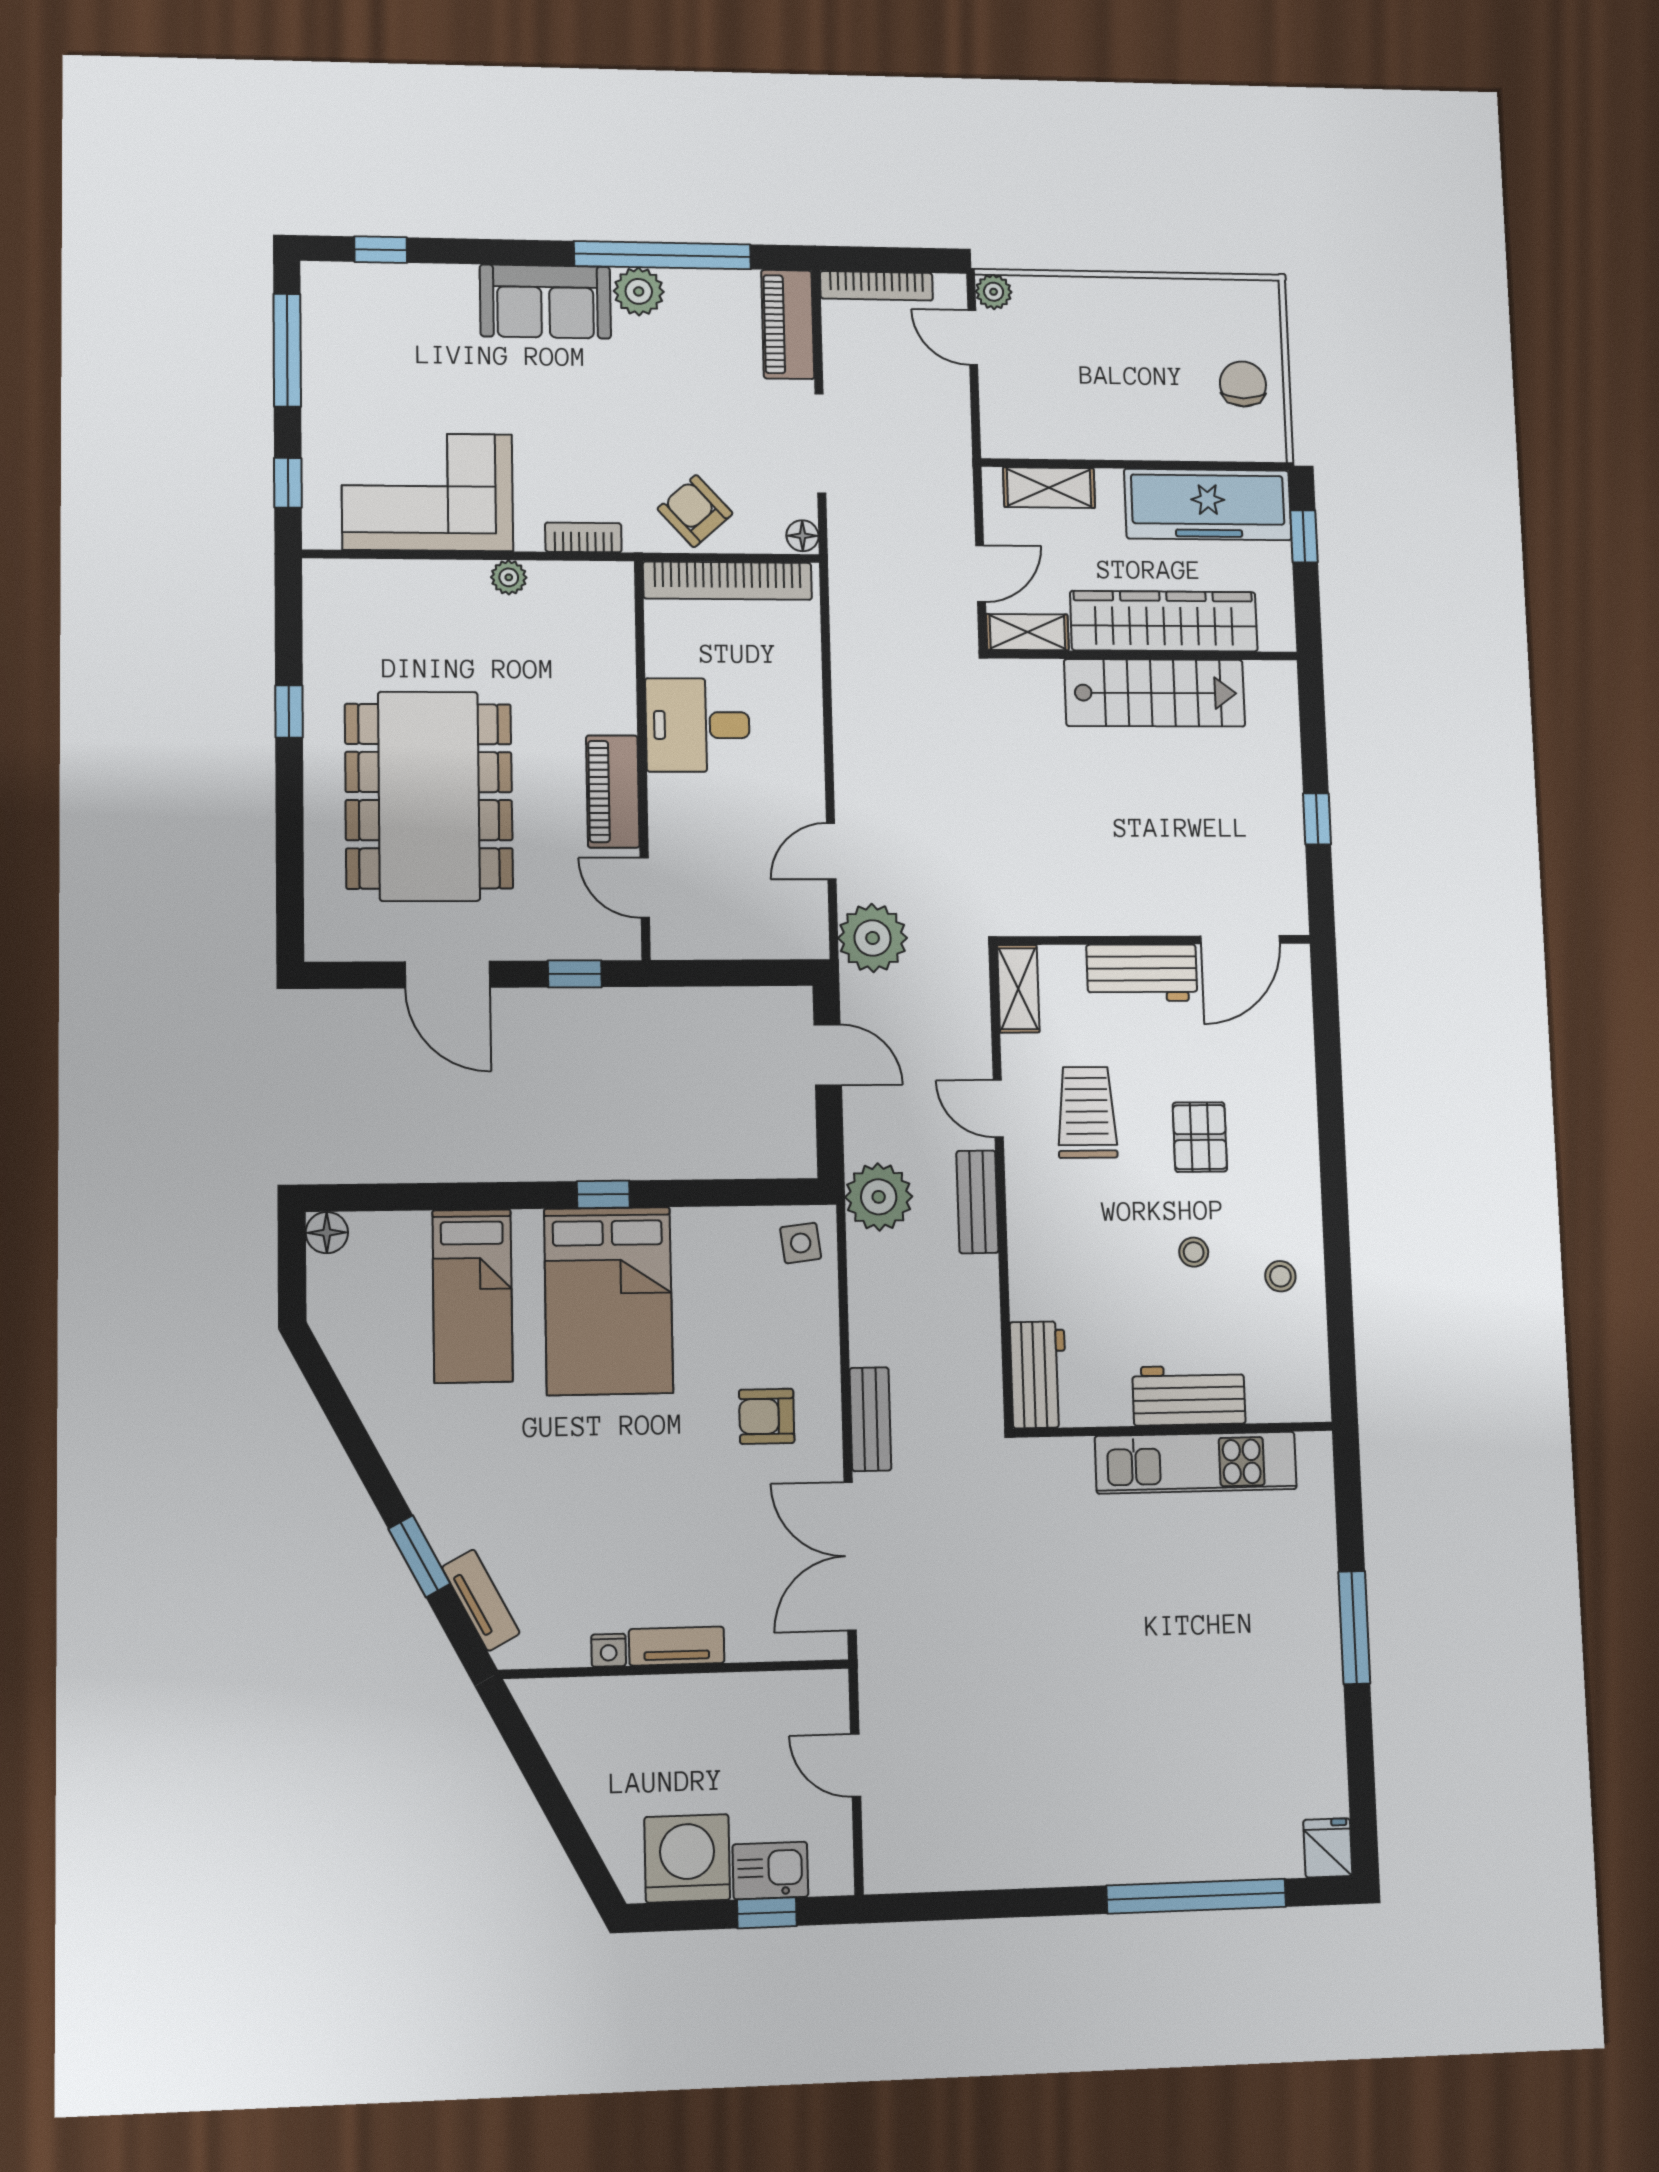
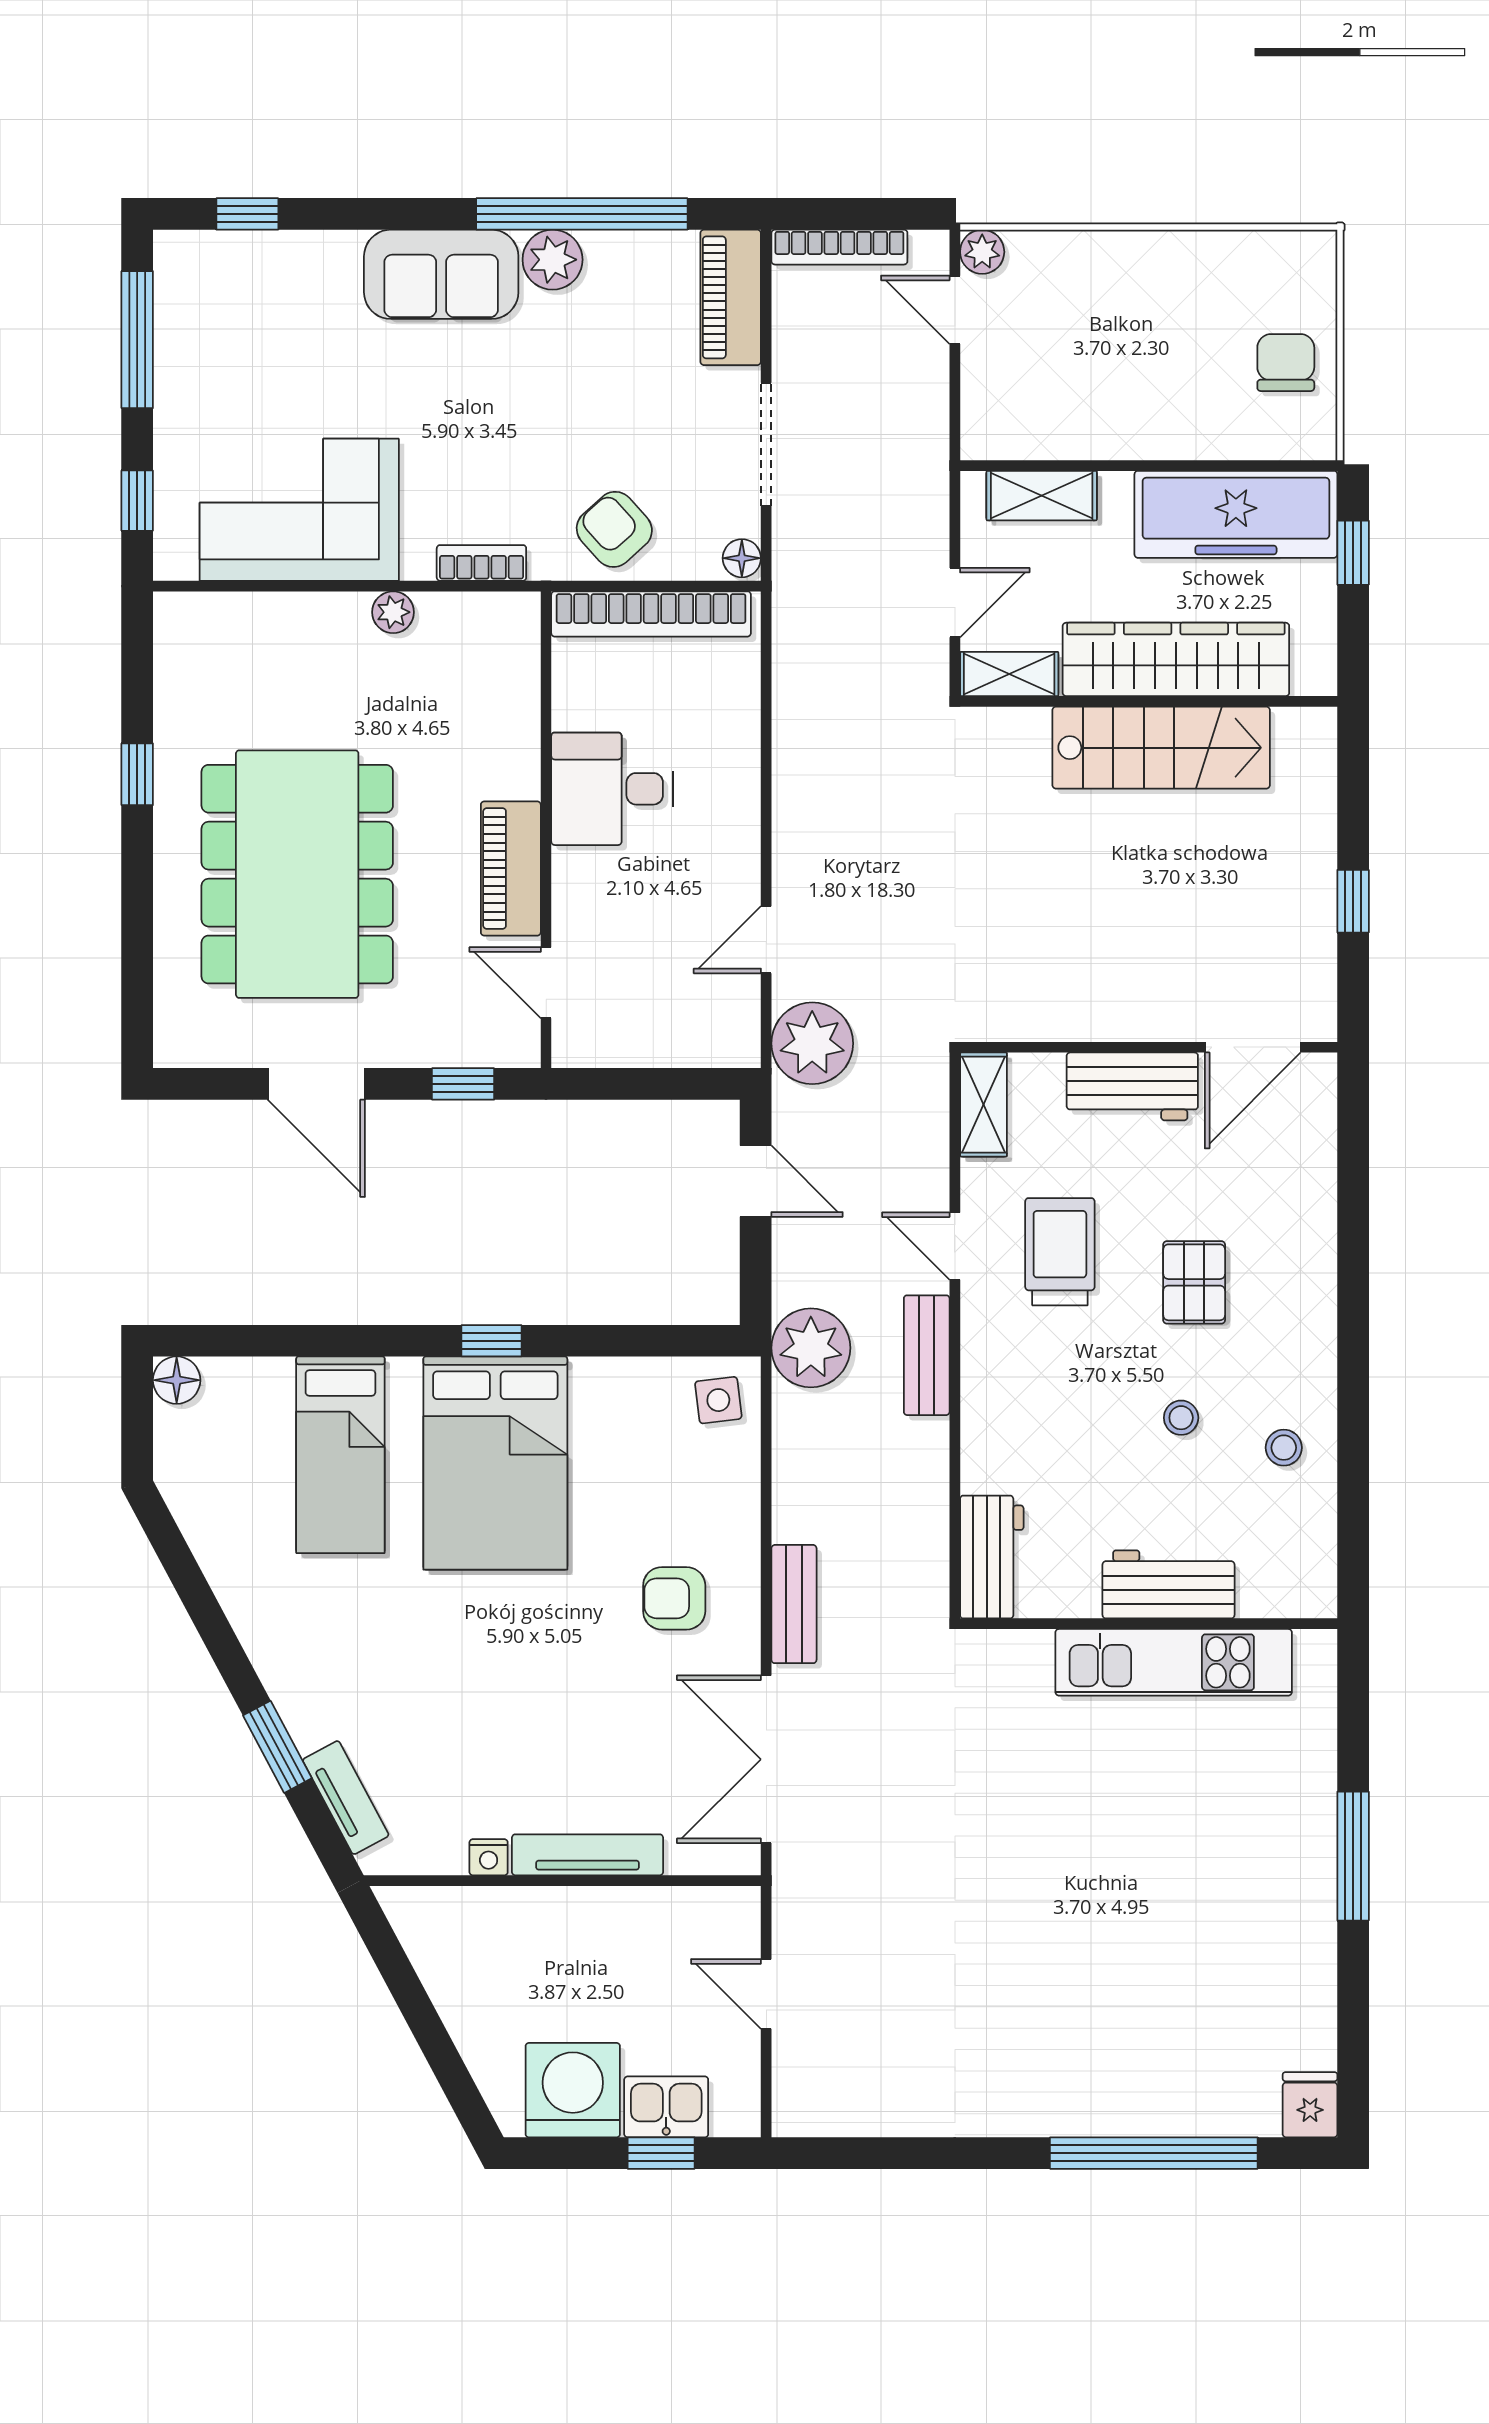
tv unit: (677, 1646) -> (588, 1855), width x1.41

